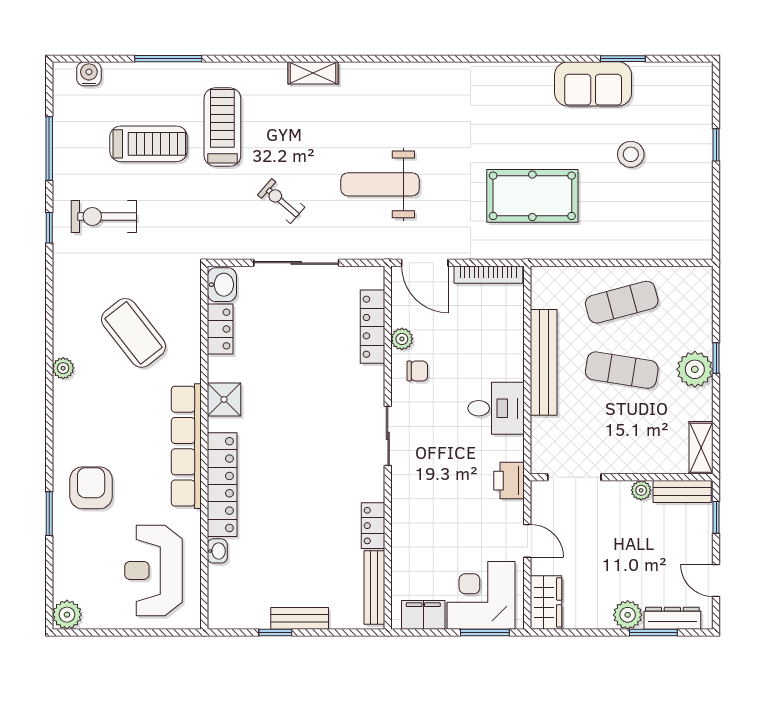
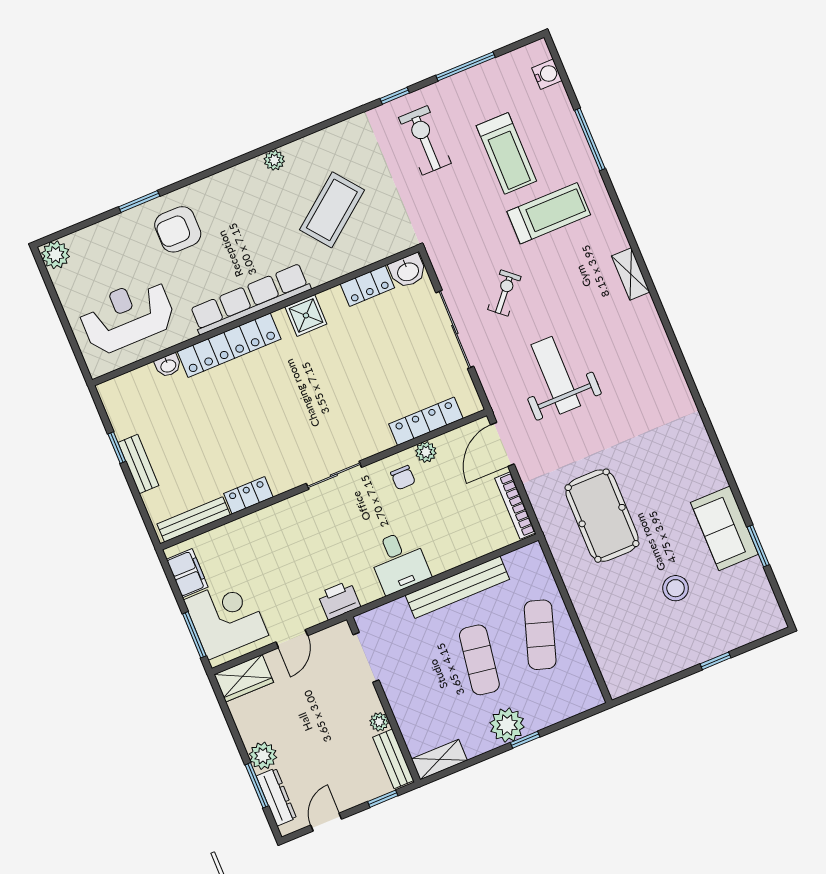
exercise mat: (622, 302) -> (540, 635), turned 33
armchair: (91, 488) -> (178, 229), turned 180

